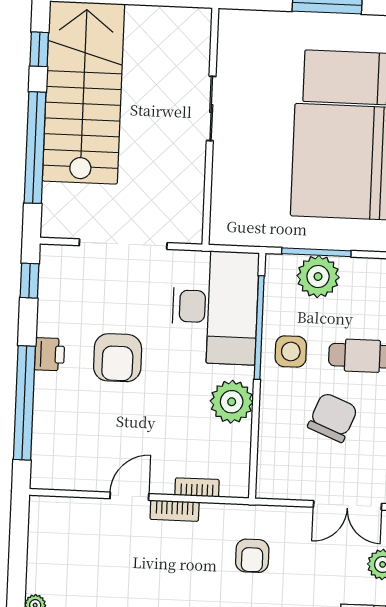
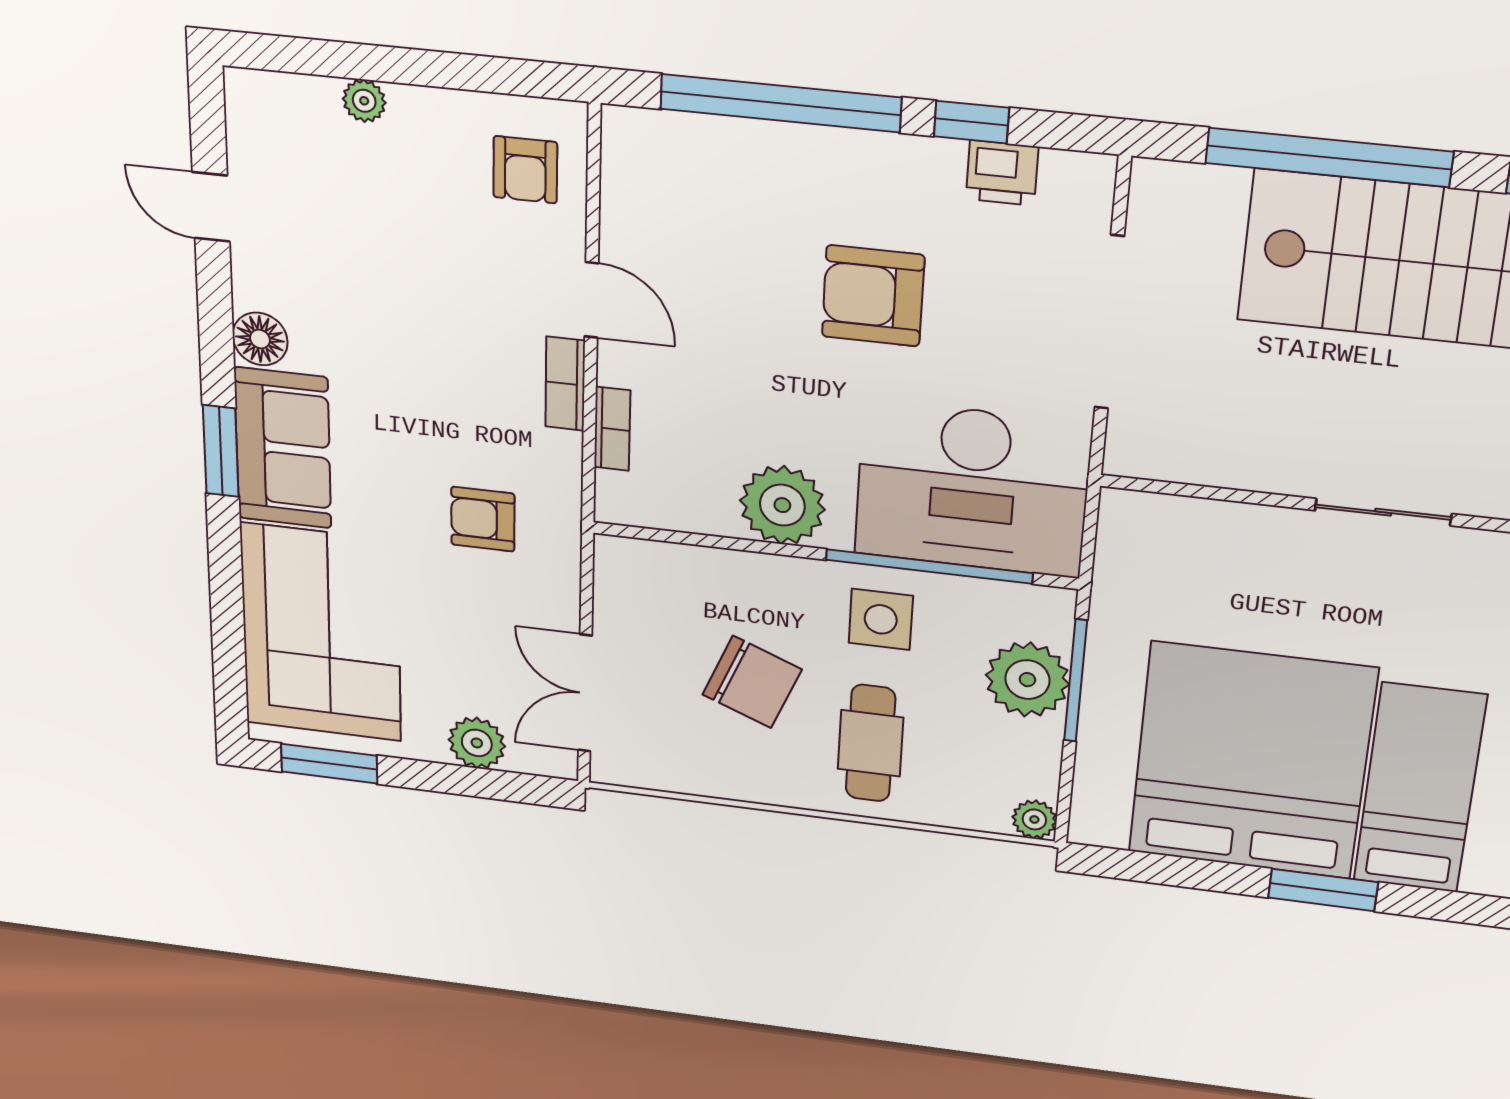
window: (29, 281) -> (971, 122), moved
printer: (50, 354) -> (1002, 173), moved
armchair: (65, 527) -> (525, 170), added

